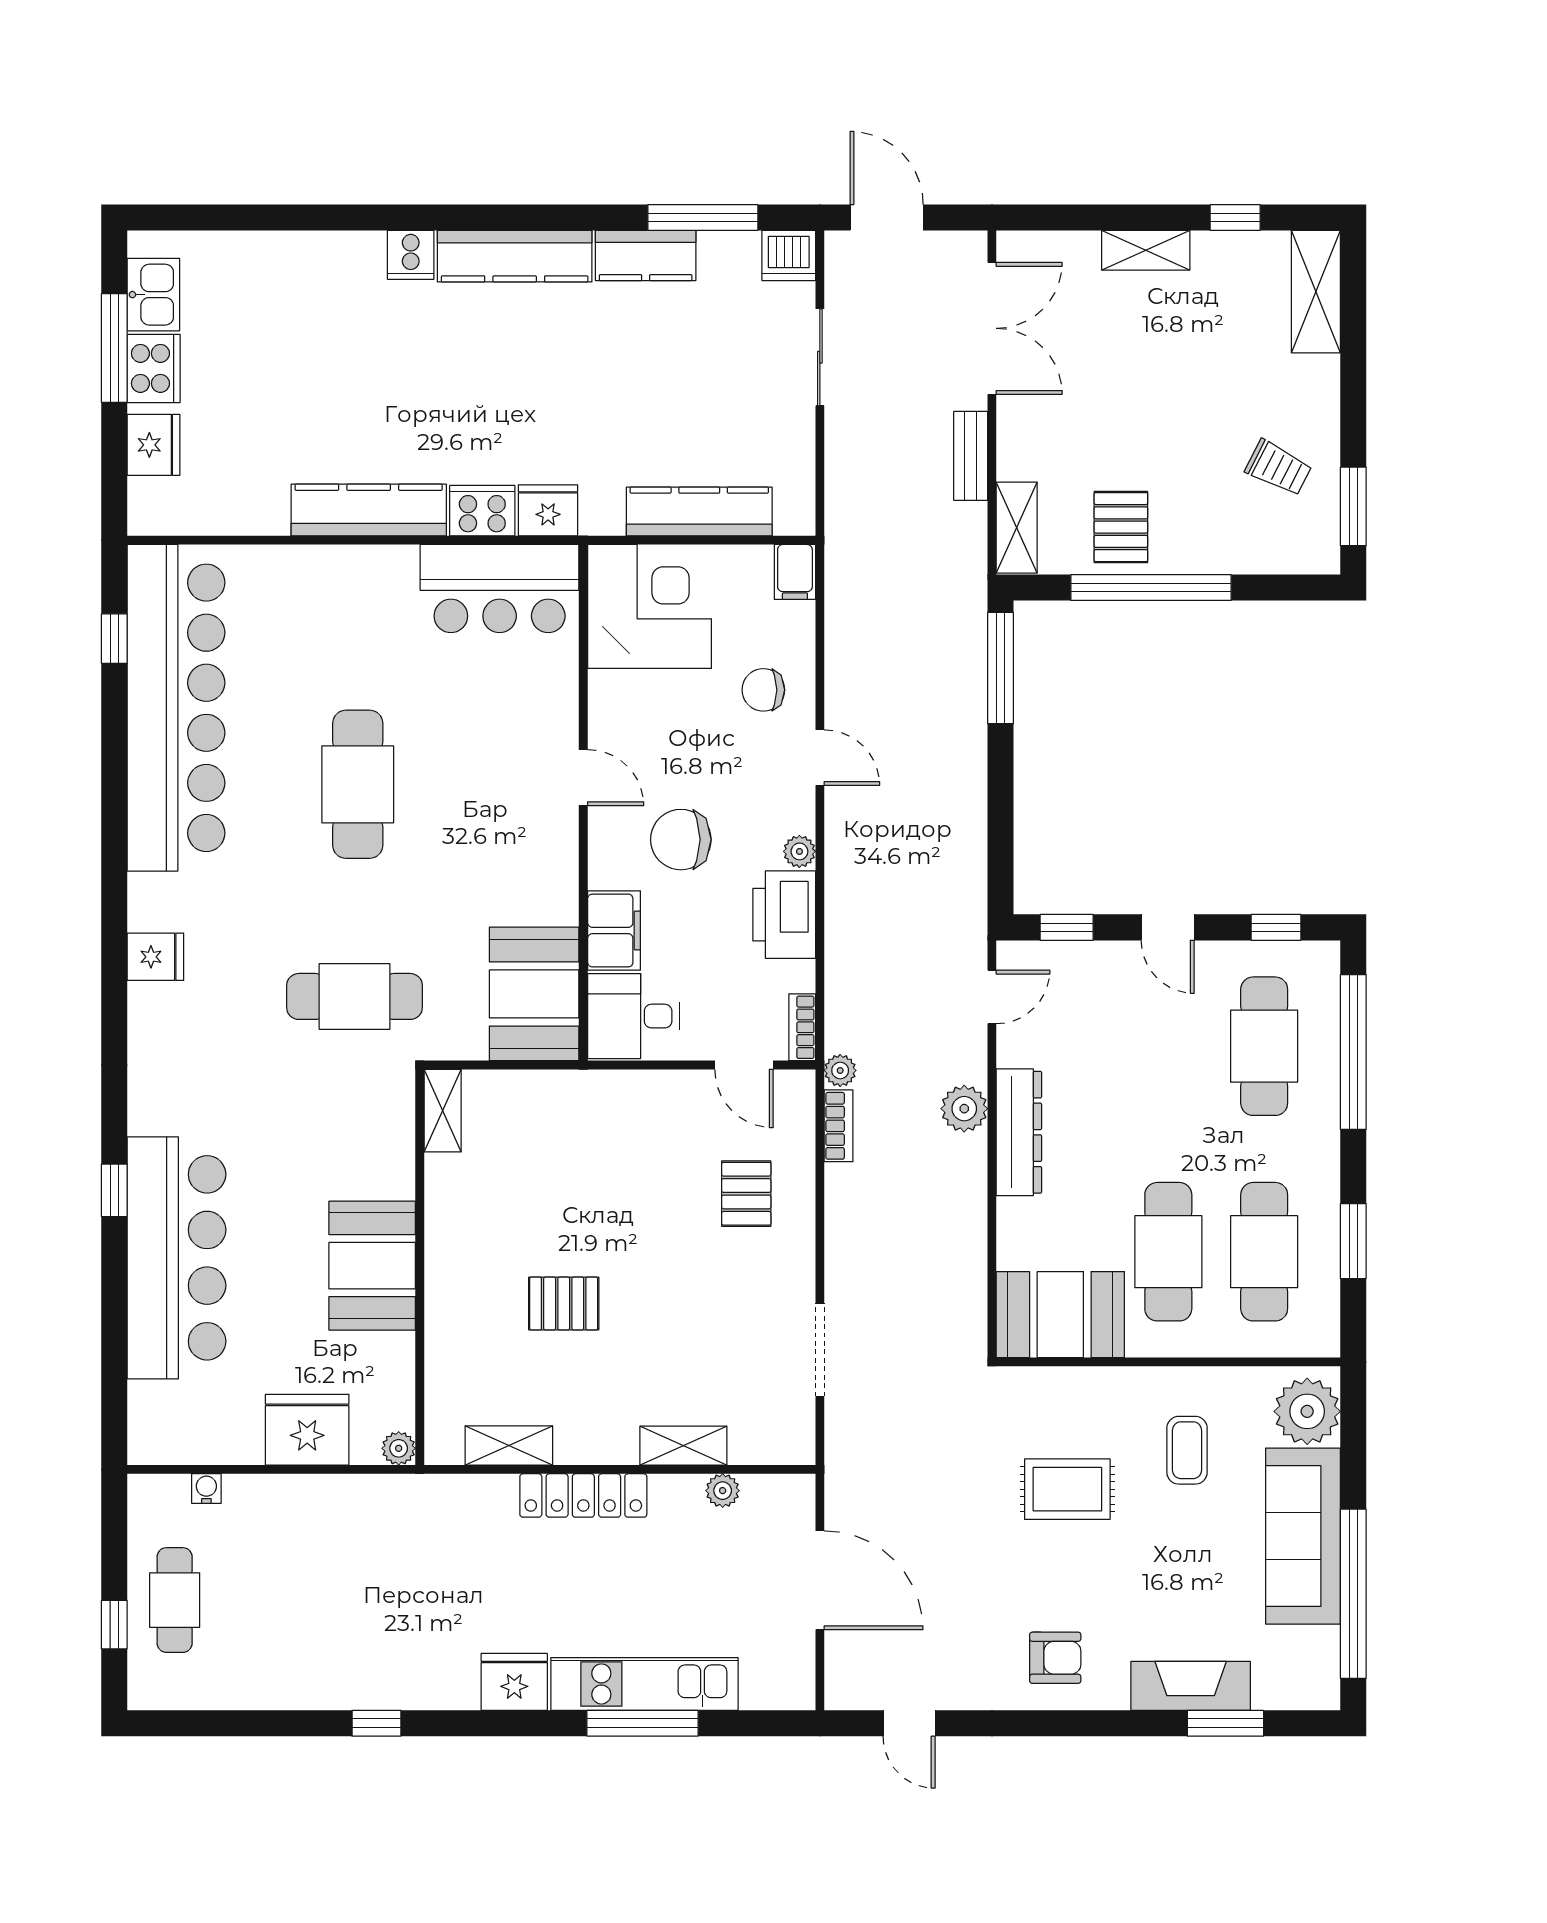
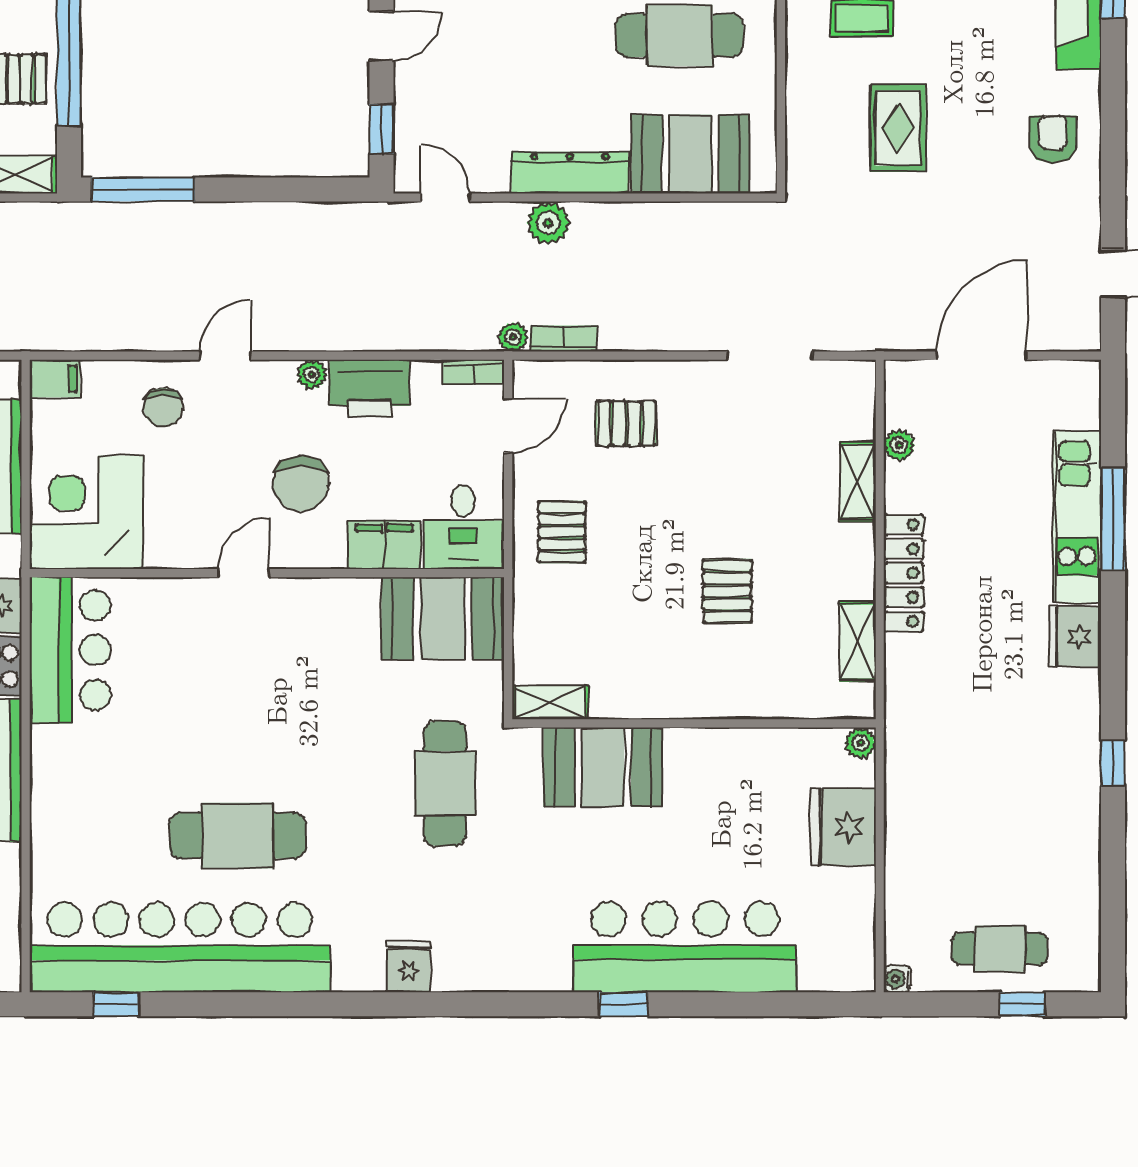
cafe table: (358, 784) -> (237, 836), moved
pallet: (628, 1124) -> (562, 532), added
booth: (372, 1266) -> (603, 767), moved
booth: (1060, 1315) -> (690, 154), moved, turned 90
water cooler: (206, 1489) -> (897, 979), moved

